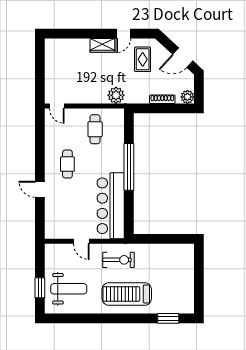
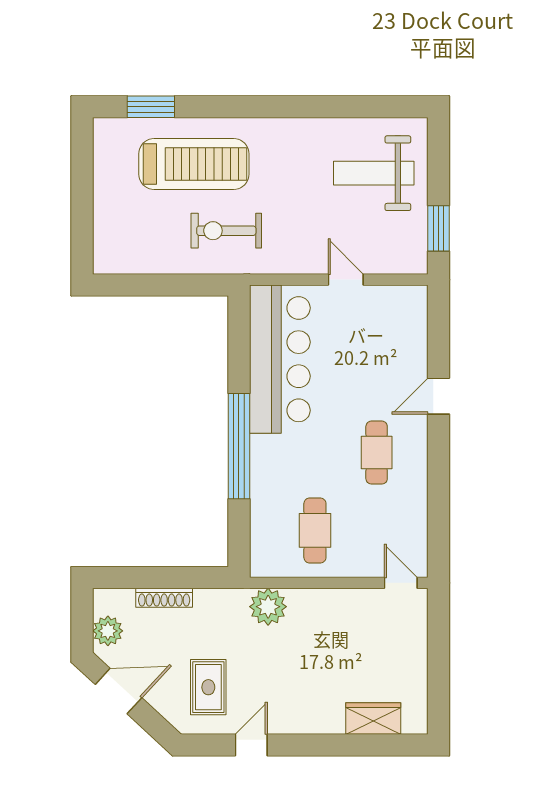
wardrobe: (102, 45) -> (373, 719), moved
plant: (187, 97) -> (108, 631), moved
door: (40, 189) -> (438, 396), swing flipped
exercise bike: (118, 260) -> (226, 231), moved
window: (40, 288) -> (438, 228), moved
treadmill: (127, 294) -> (194, 164), moved

